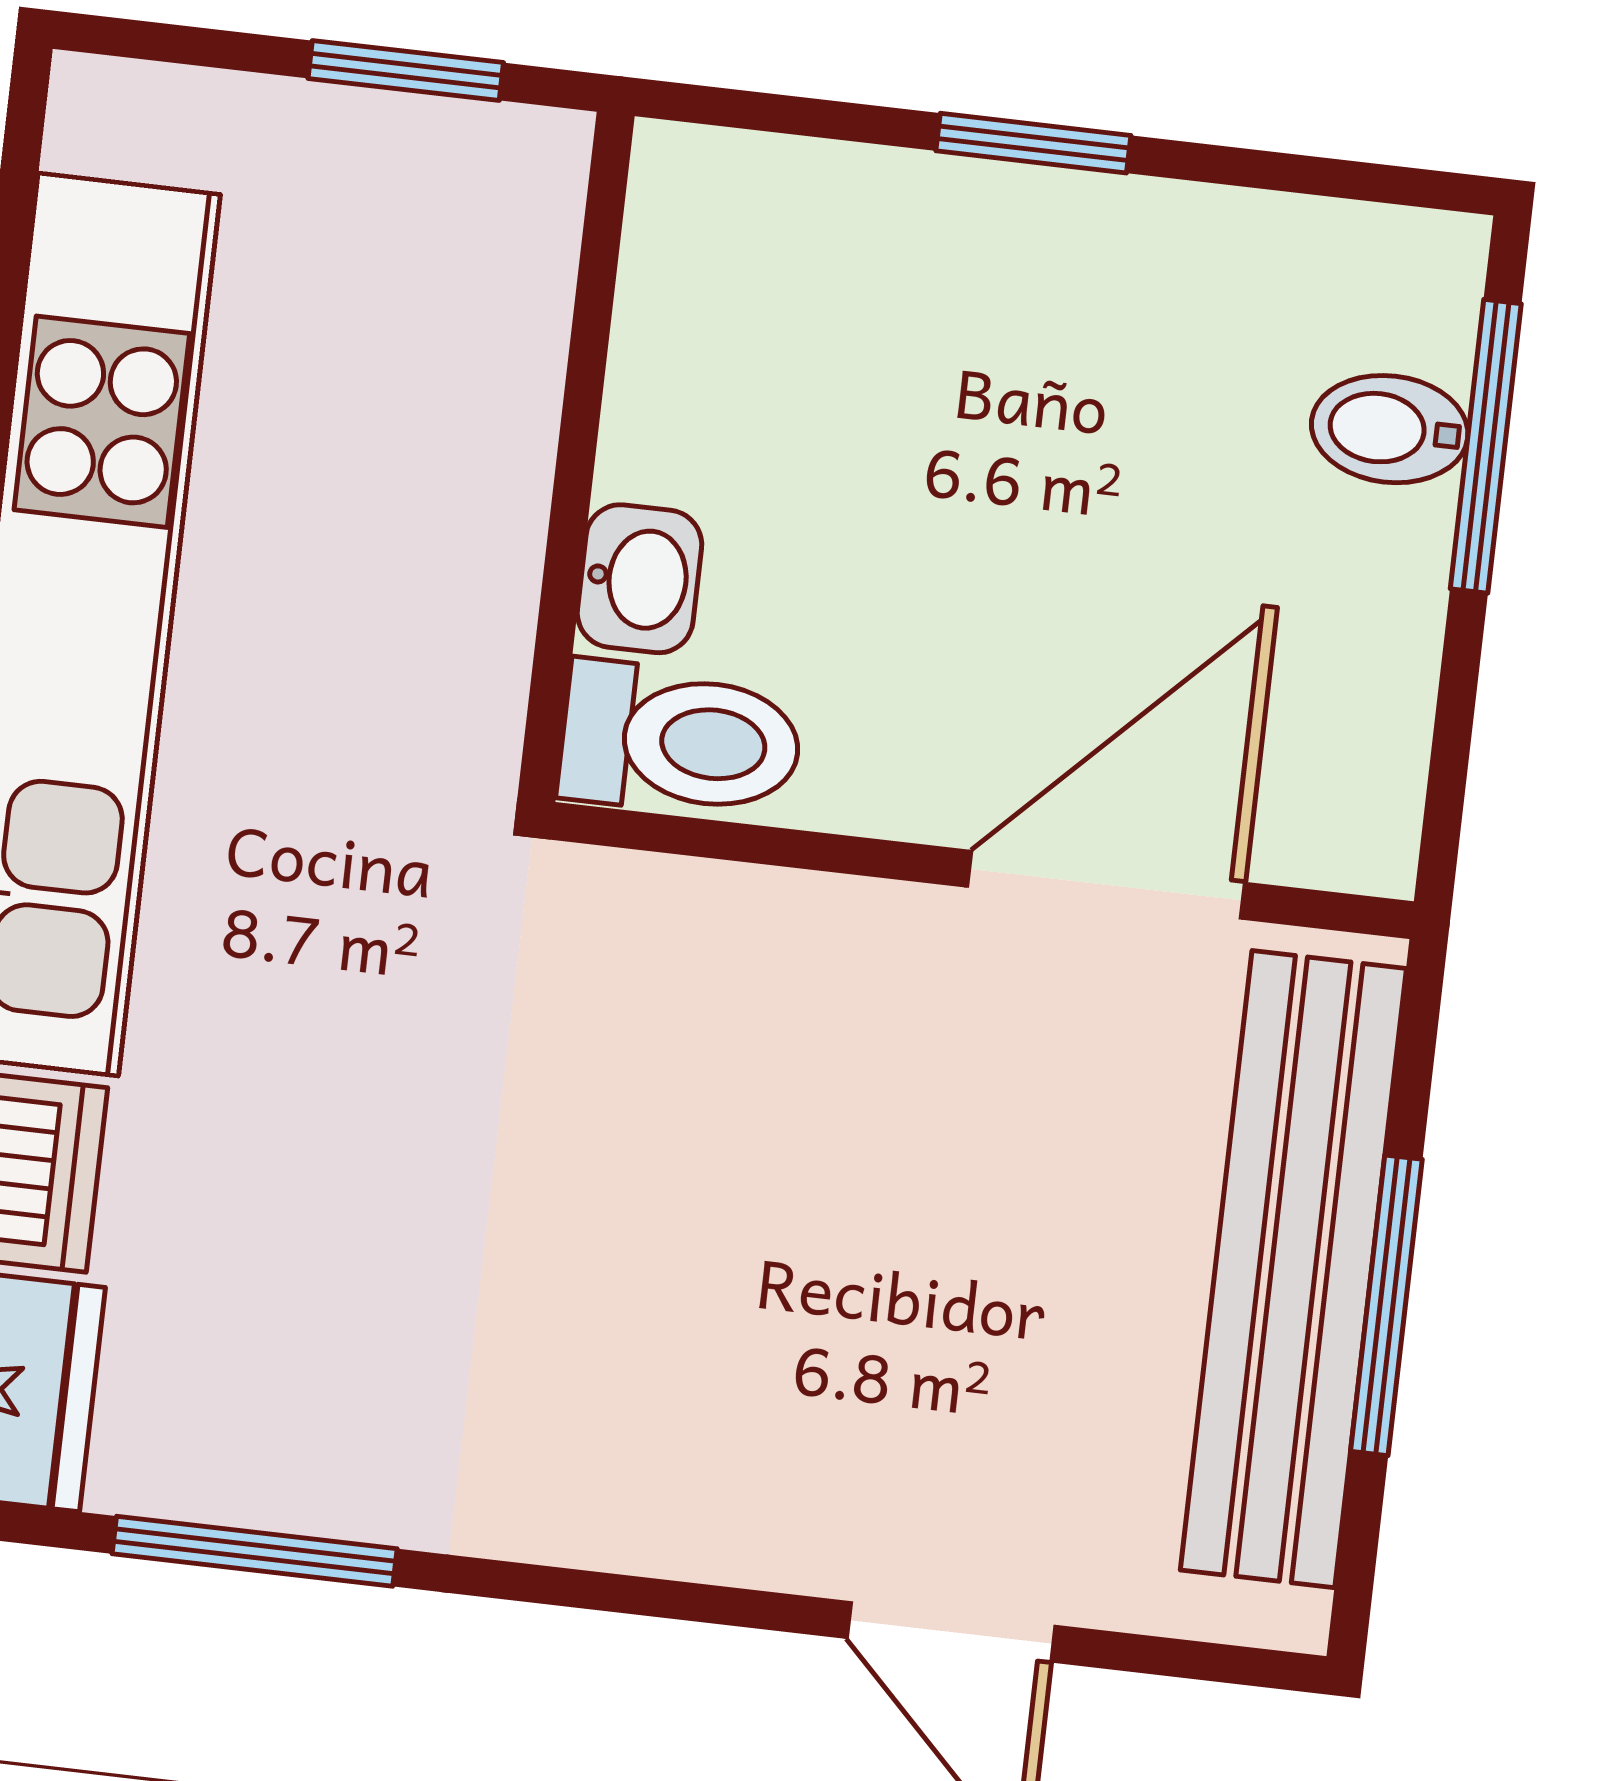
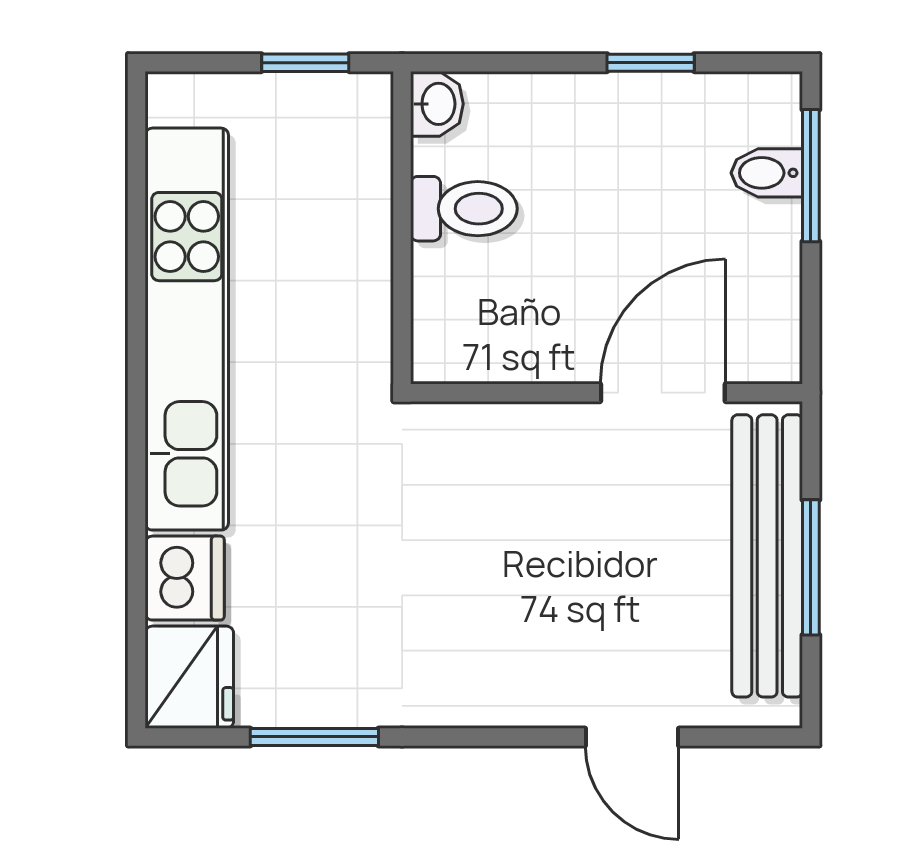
window: (1033, 143) -> (651, 63), moved
washbasin: (639, 579) -> (437, 104), moved
toilet: (681, 740) -> (464, 209), moved

